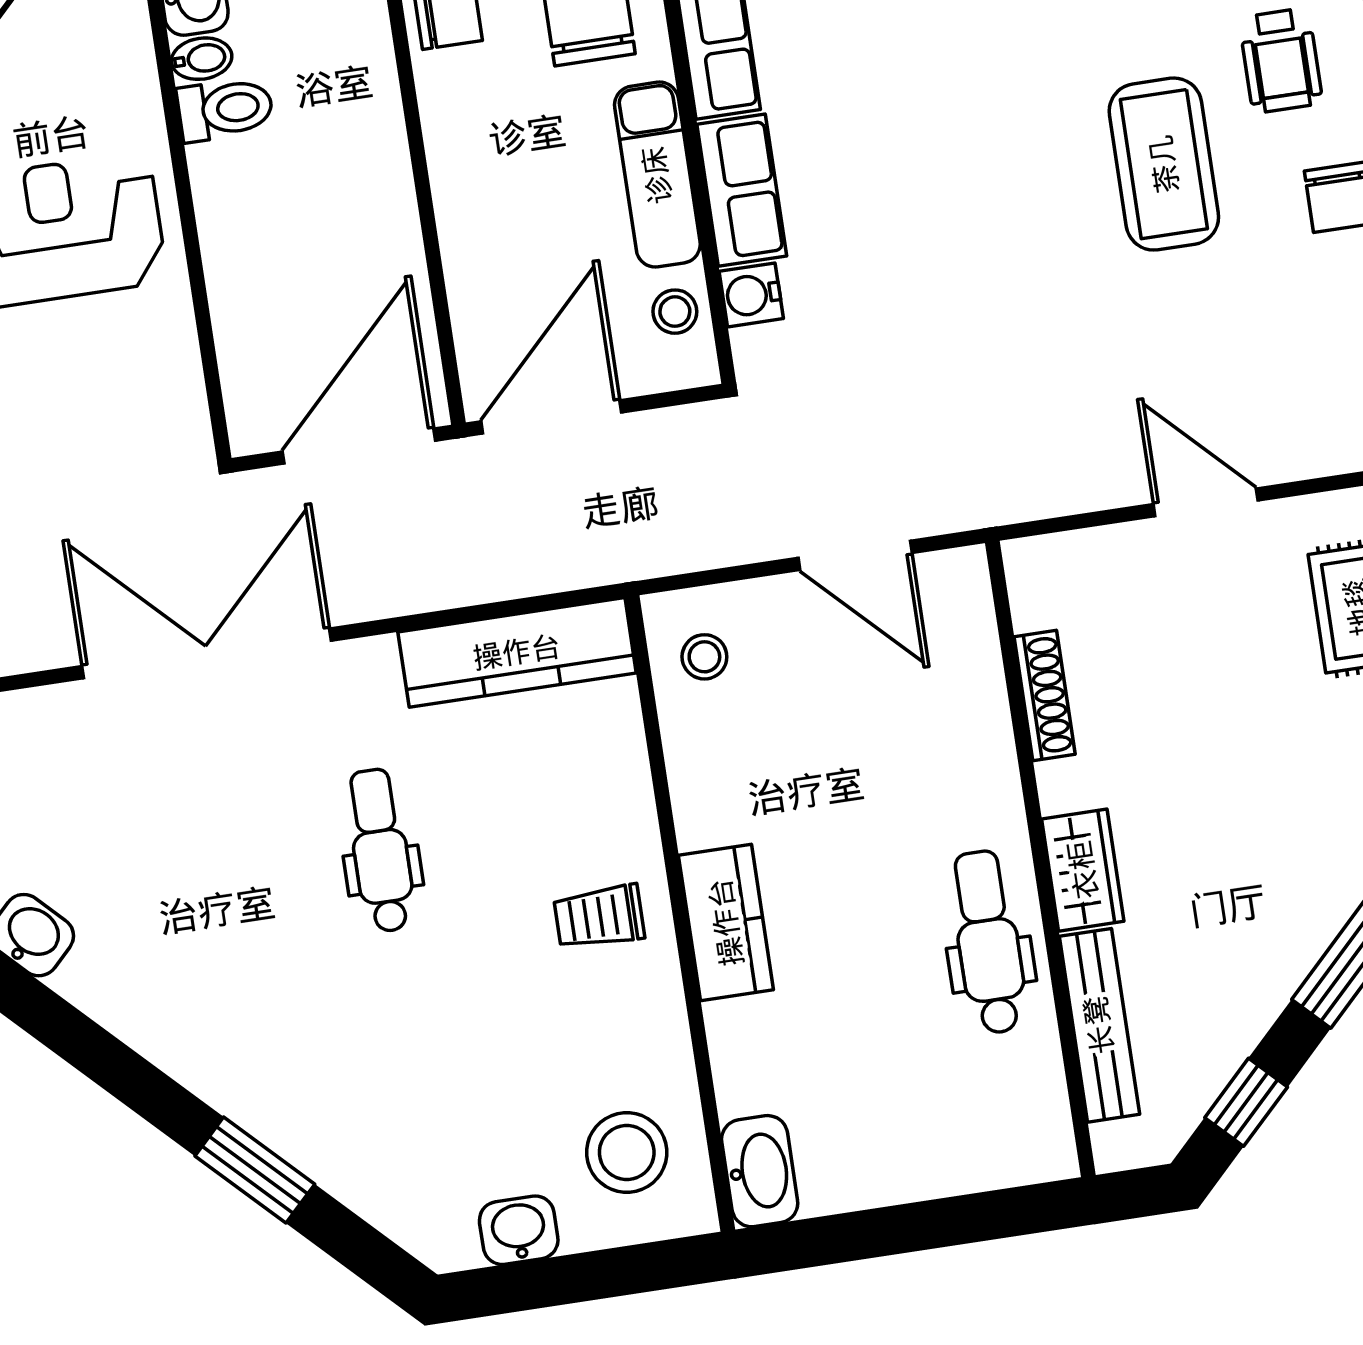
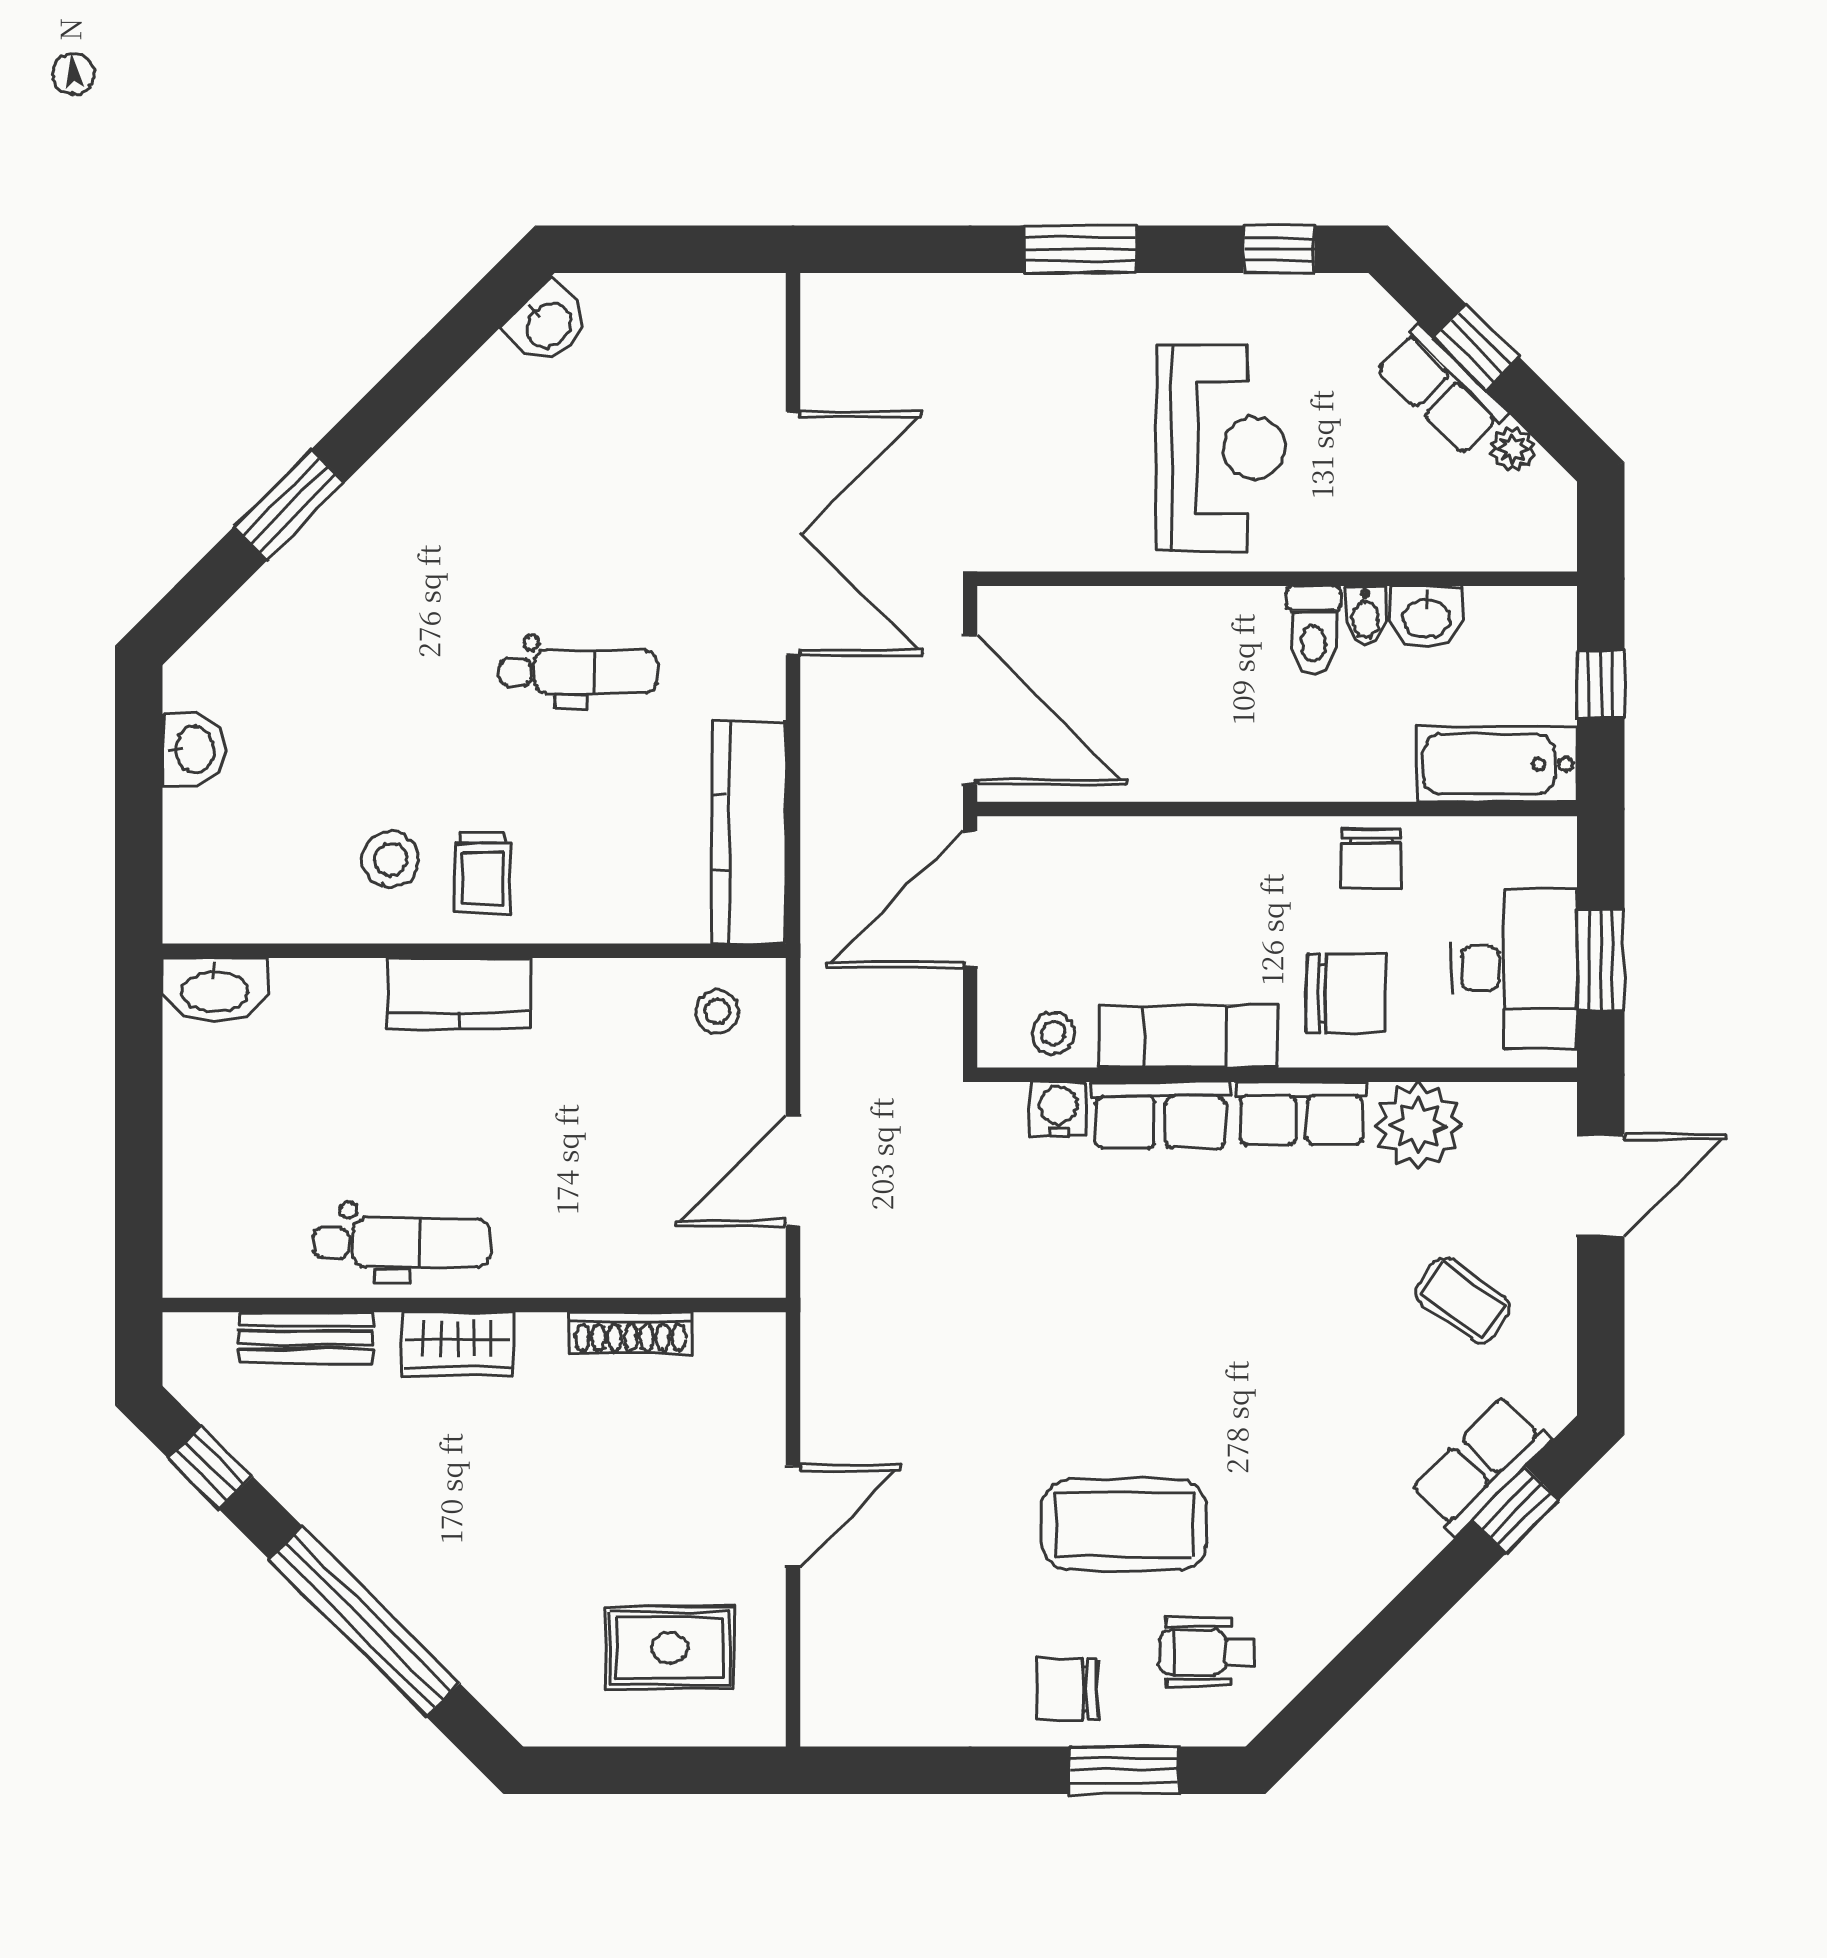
door: (551, 417) -> (970, 899), swing flipped
trolley: (599, 917) -> (483, 873), turned 180
bench: (1099, 1025) -> (306, 1338), width x0.73
stool: (627, 1152) -> (391, 859), moved, width x0.73, depth x0.73

